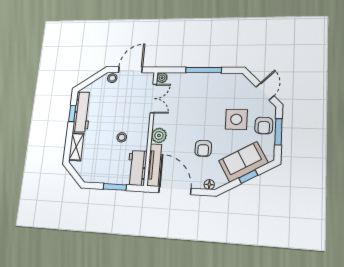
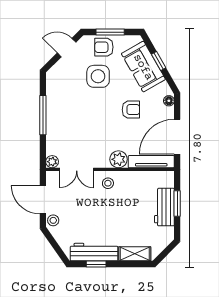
double door: (153, 99) -> (77, 169), swing flipped
armchair: (264, 126) -> (104, 47), turned 180
stool: (122, 137) -> (108, 183), moved
workbench: (137, 168) -> (164, 207), moved, turned 90

